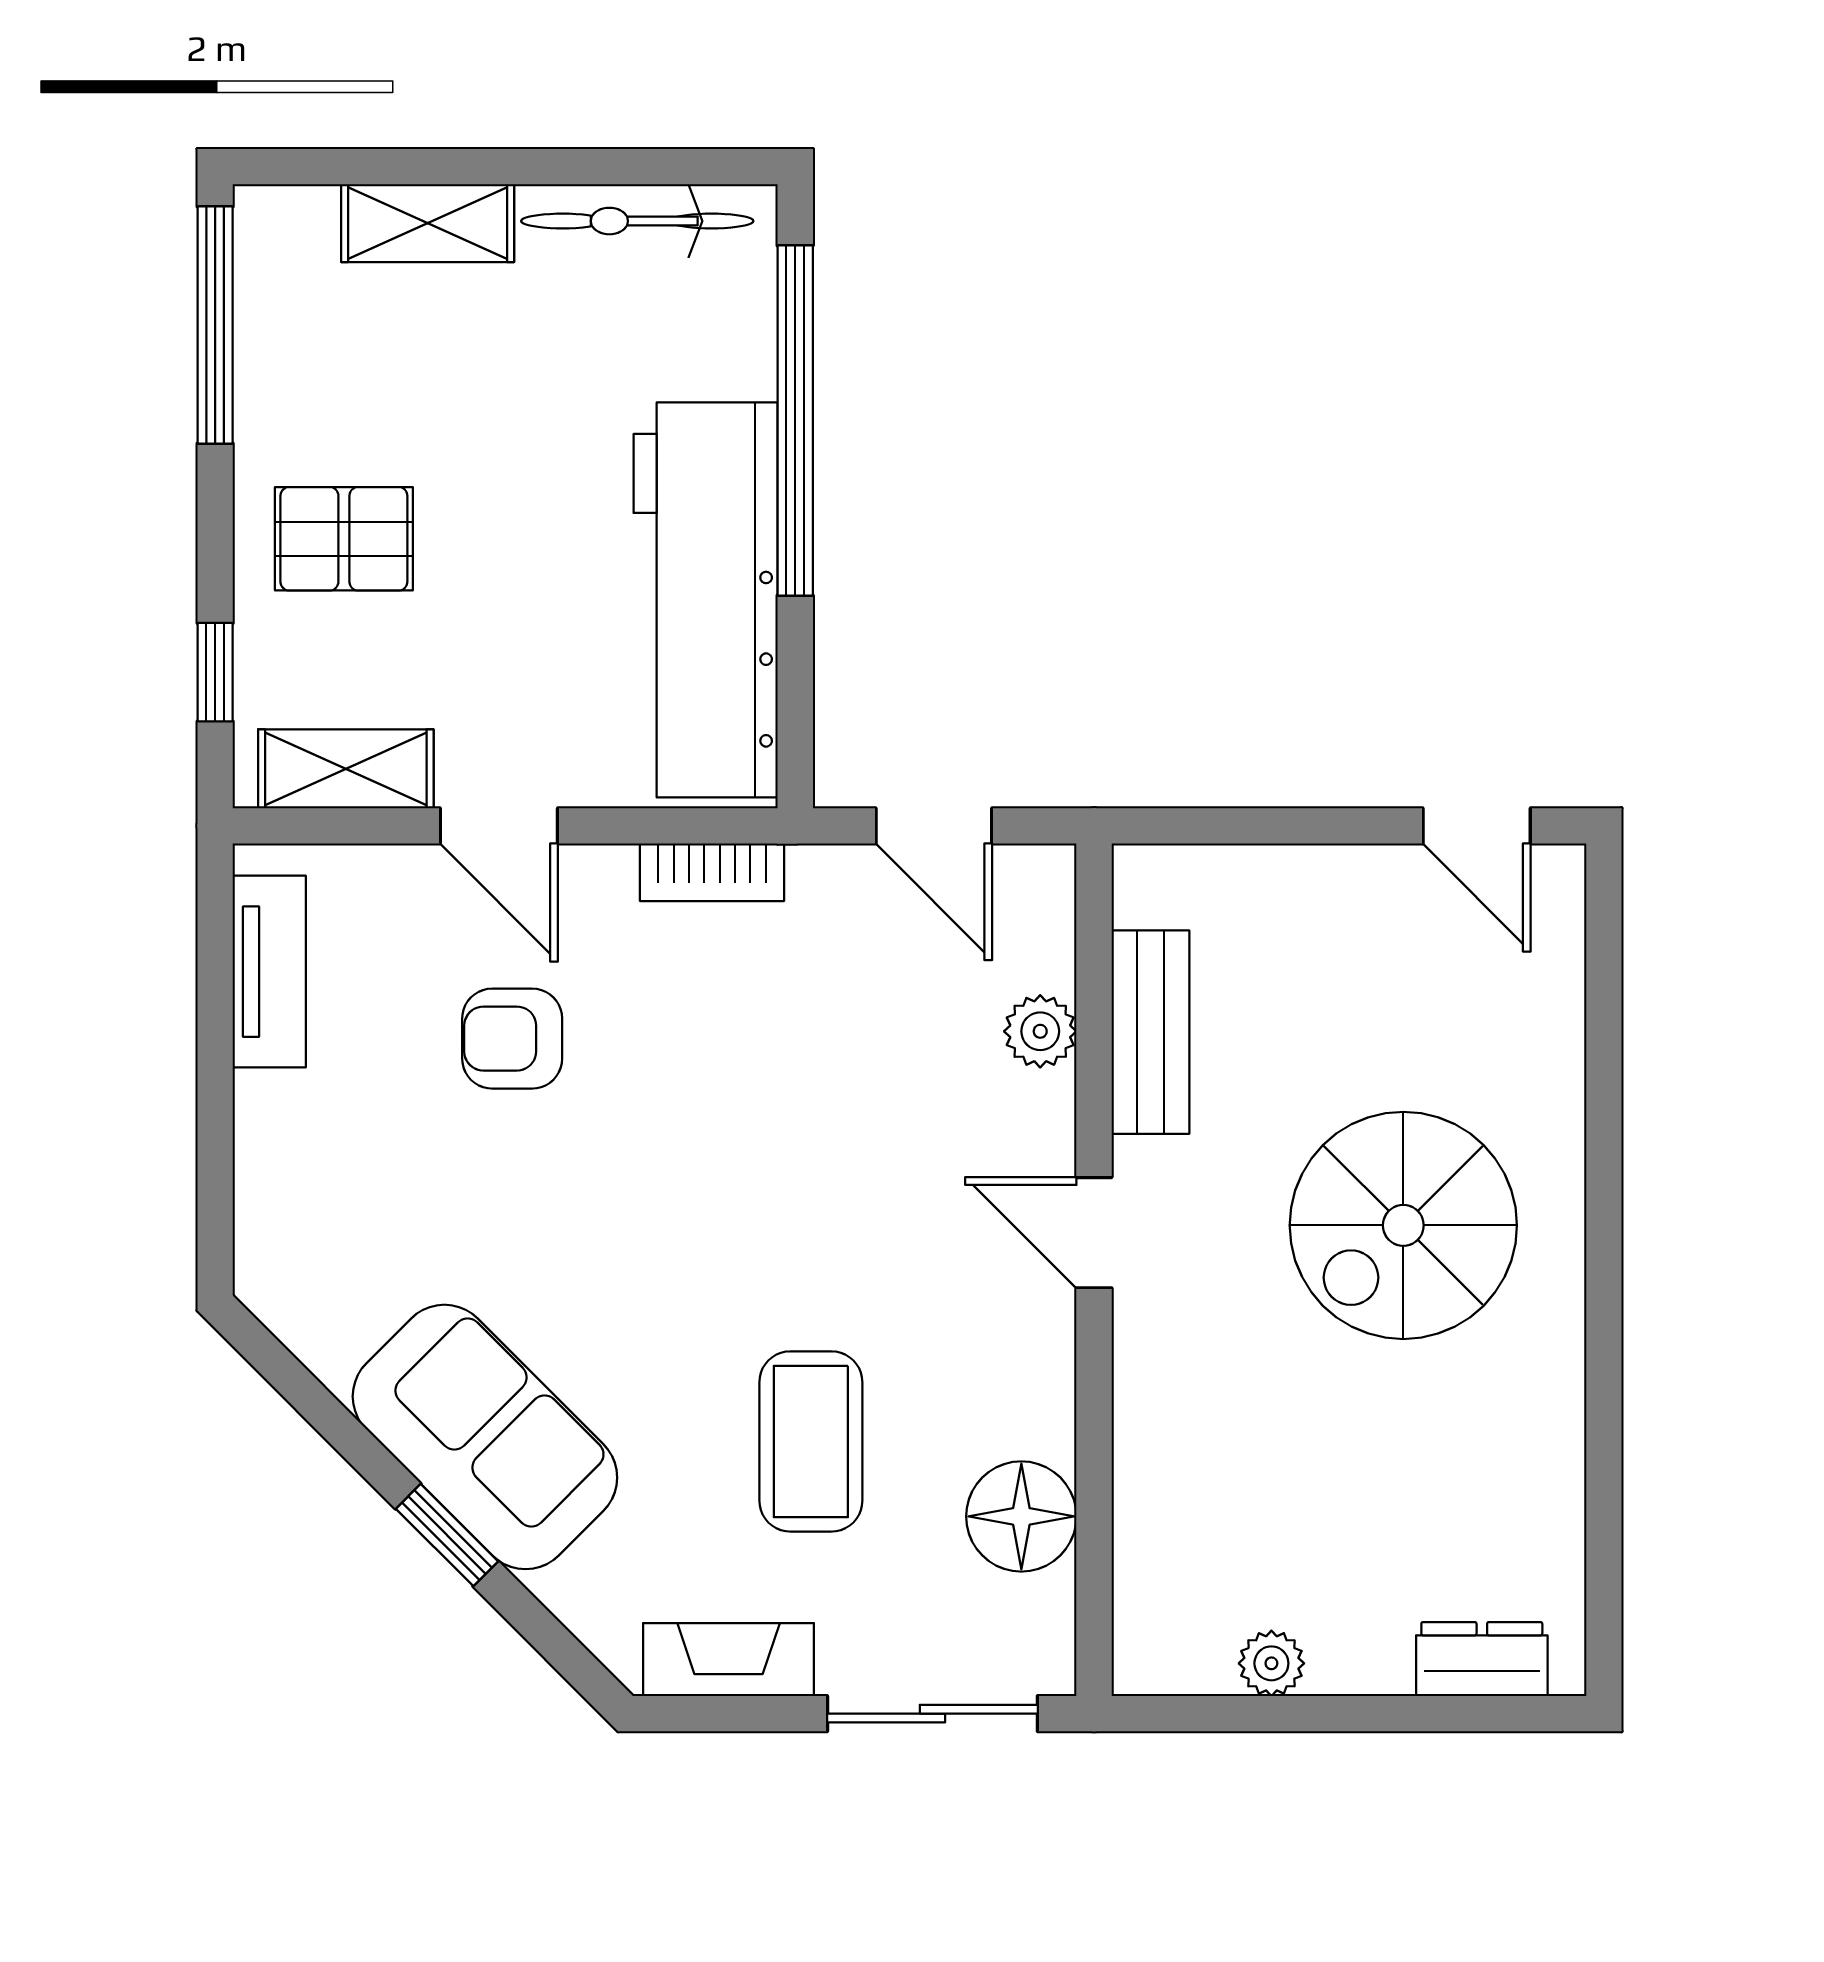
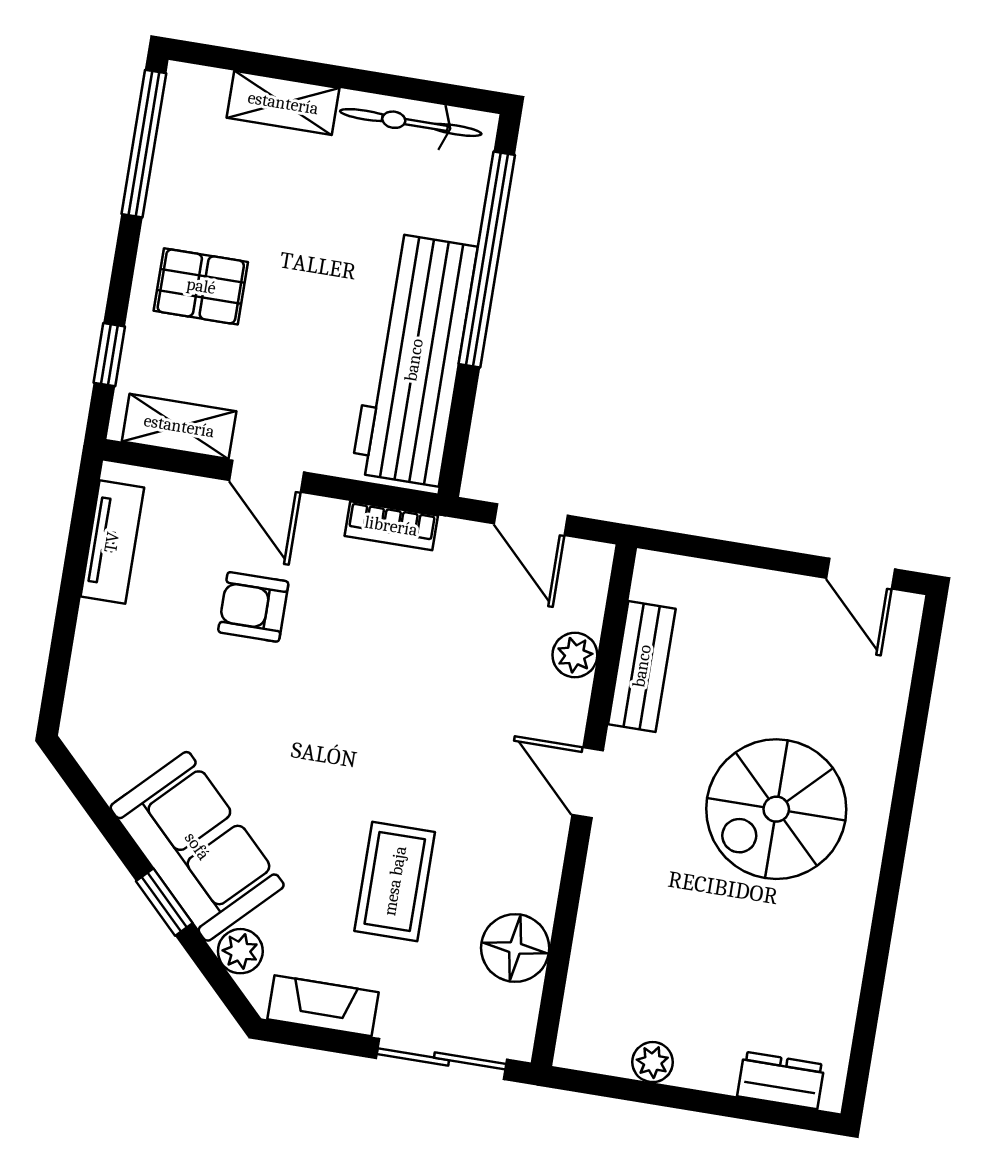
plant: (582, 1594) -> (240, 951), added

